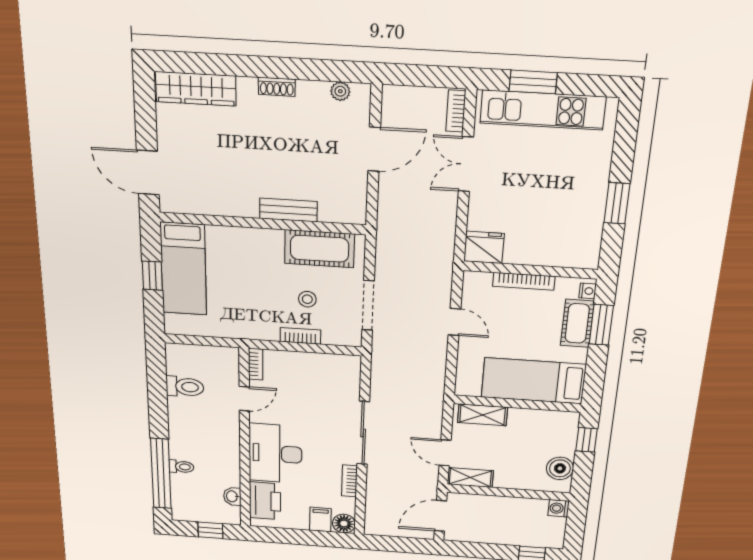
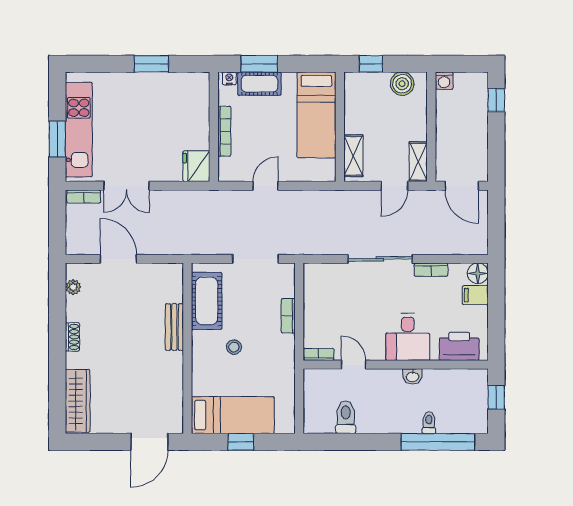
stool: (307, 299) -> (234, 347), moved
desk: (275, 454) -> (408, 337), width x0.73
washbasin: (232, 496) -> (412, 376), moved

